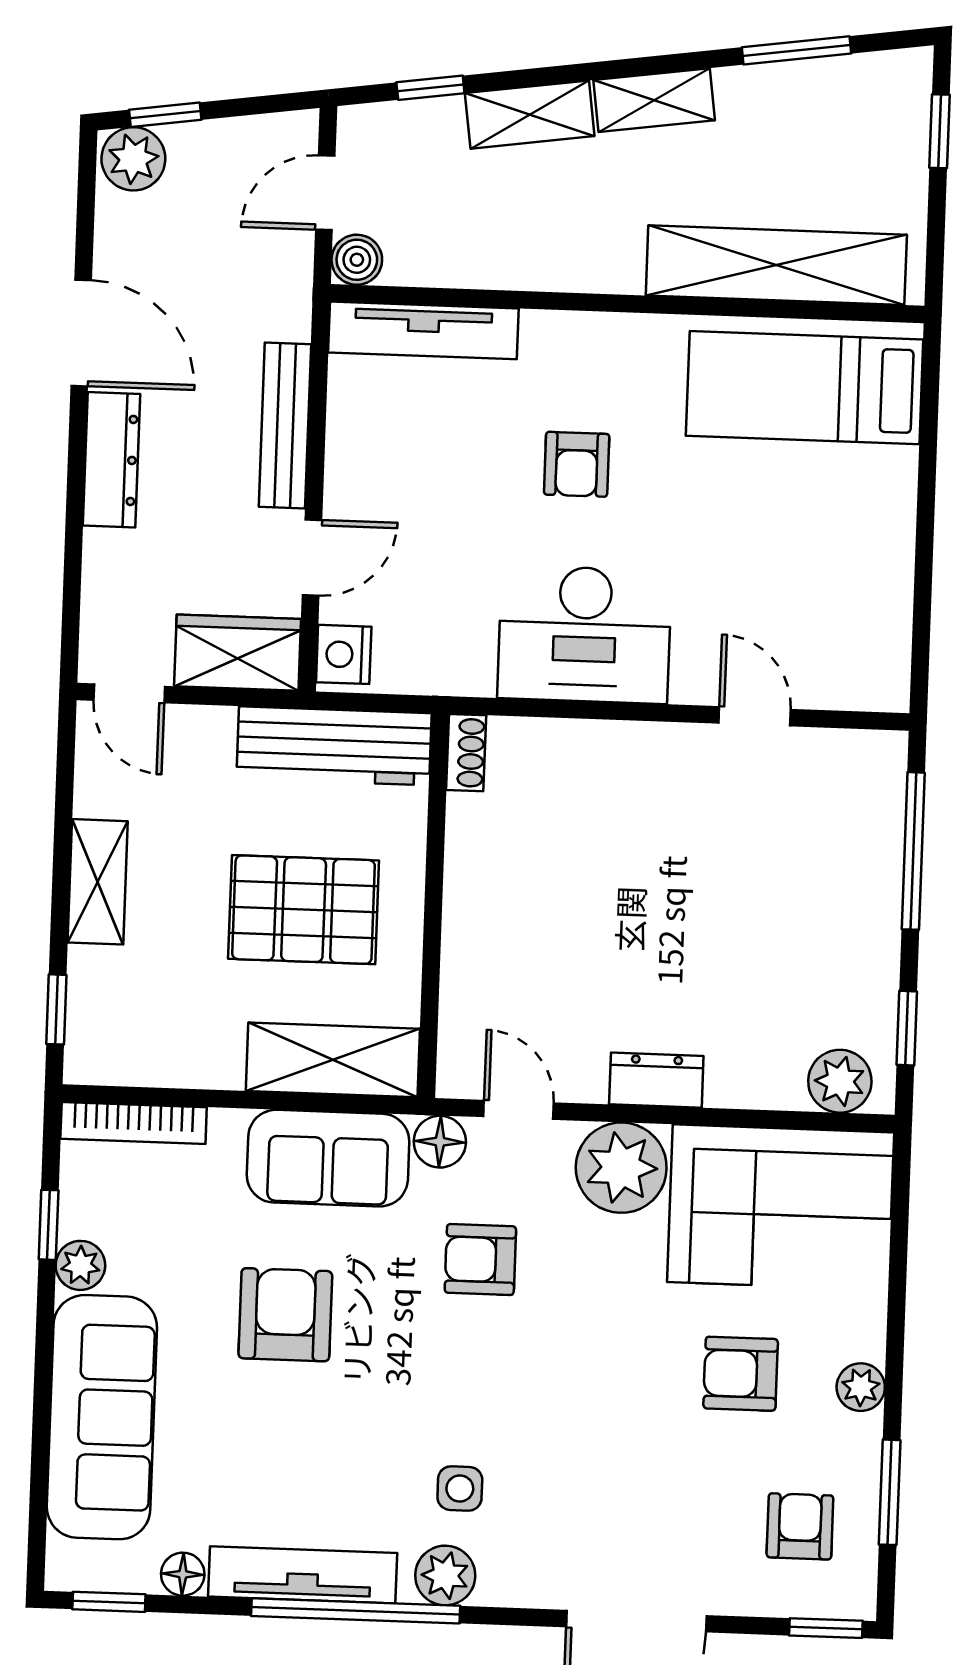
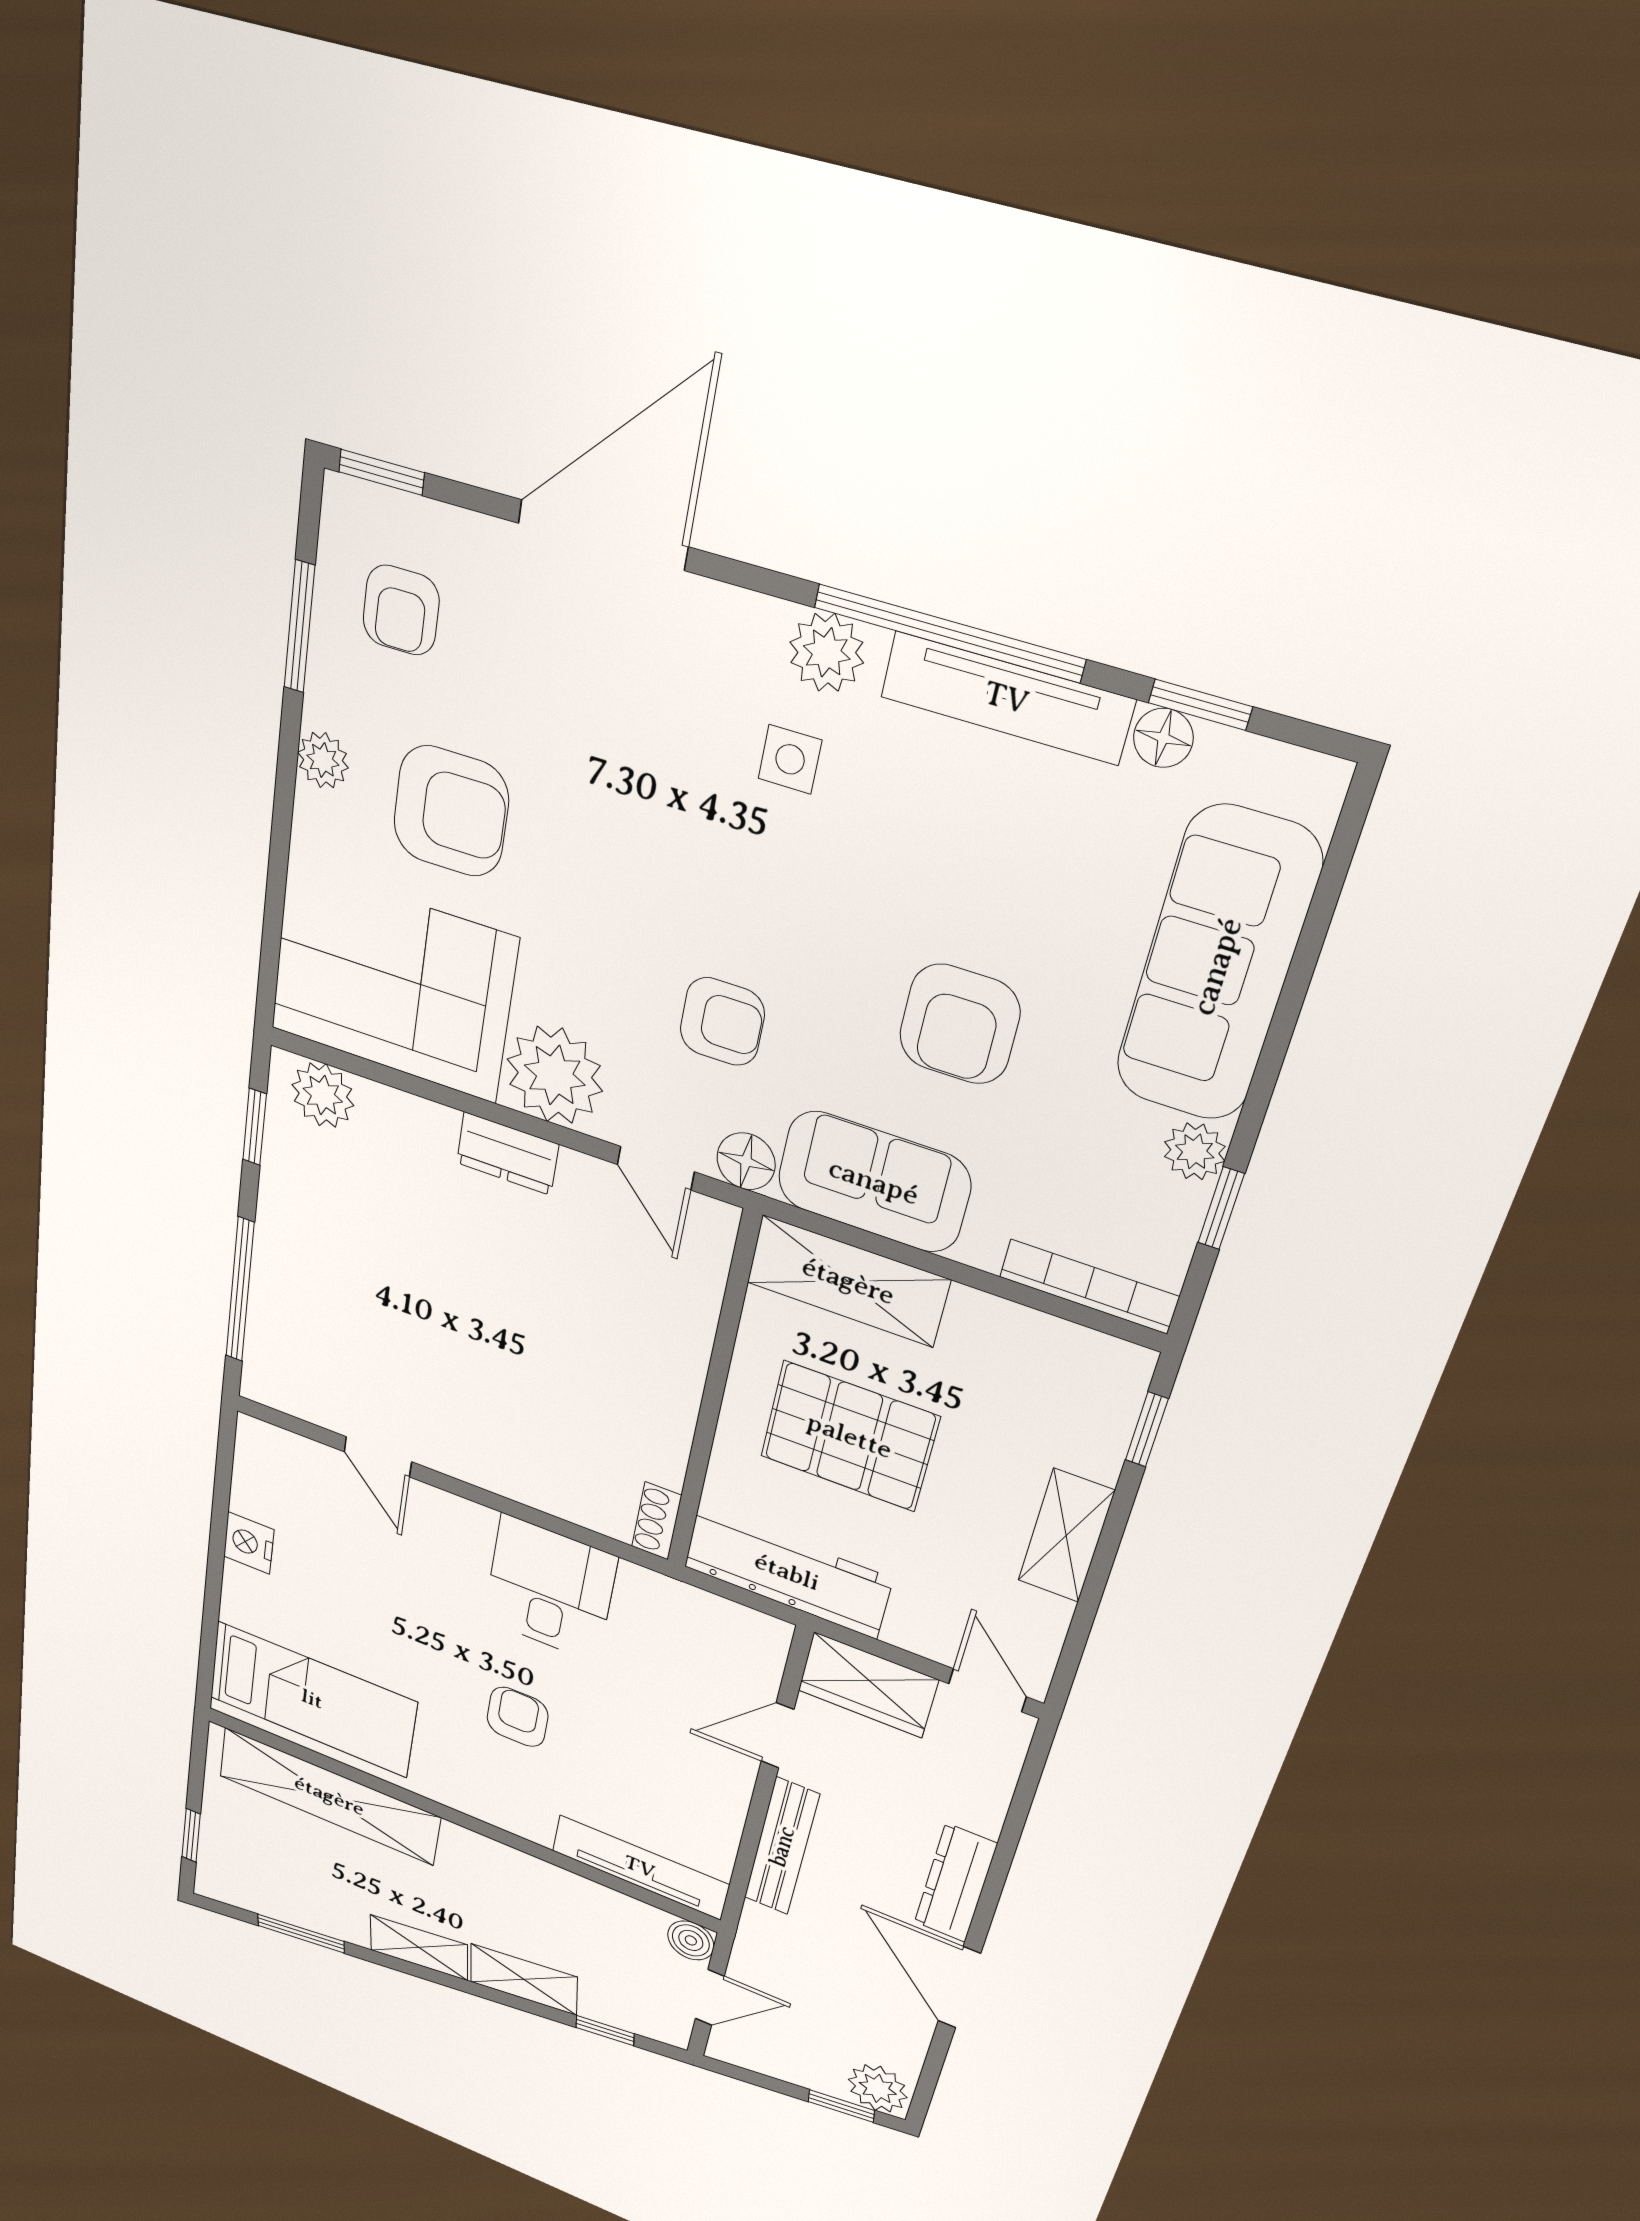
desk: (584, 634) -> (550, 1589), width x0.73
nightstand: (344, 654) -> (249, 1543), moved, turned 180
armchair: (741, 1374) -> (451, 811), width x1.38, depth x1.38
window: (109, 1602) -> (1200, 705), moved

